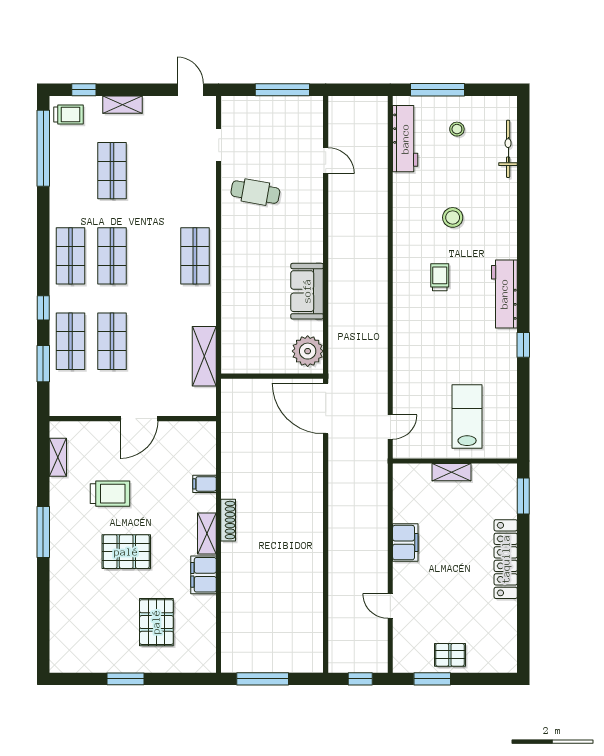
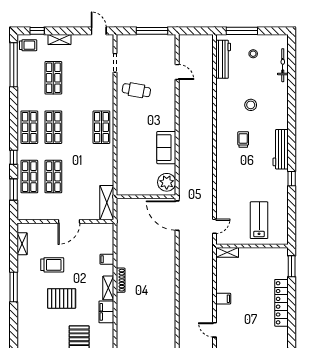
shelving: (204, 356) -> (107, 203), moved
shelving: (451, 472) -> (227, 252), moved
filing cabinet: (405, 543) -> (223, 299), width x0.50

